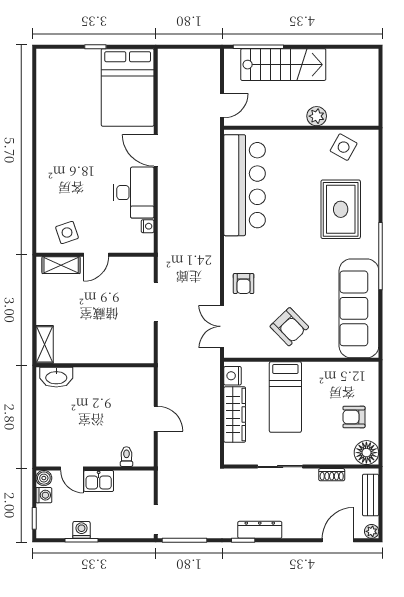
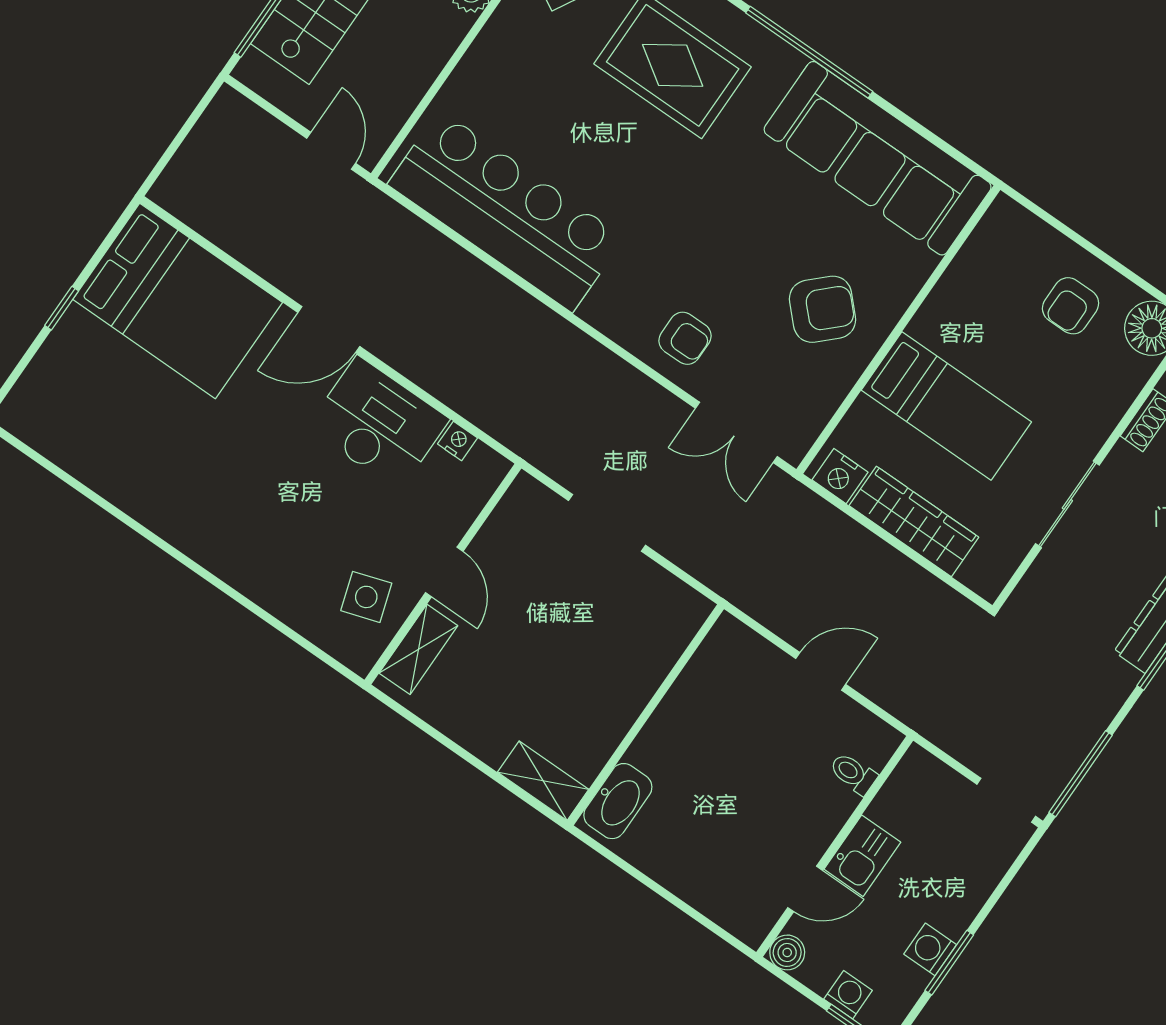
washing machine: (44, 495) -> (848, 995), moved

